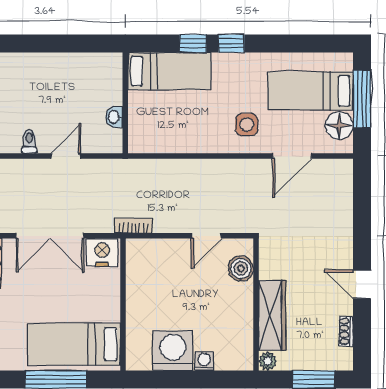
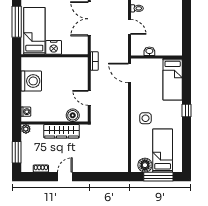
window: (193, 43) -> (187, 91), removed
door: (292, 156) -> (130, 73), moved
nightstand: (102, 252) -> (54, 47), moved, turned 90
wardrobe: (272, 315) -> (62, 131), moved
washing machine: (204, 361) -> (26, 112), moved

